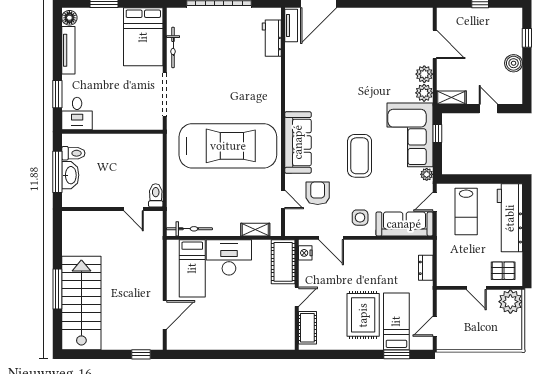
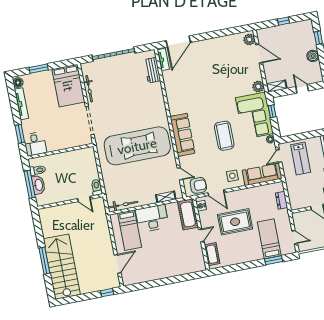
plant: (424, 74) -> (249, 39), moved
armchair: (318, 193) -> (198, 185), moved, turned 90
rug: (363, 315) -> (235, 222), moved, turned 90
door: (435, 326) -> (295, 237), swing flipped

